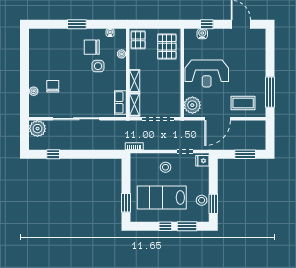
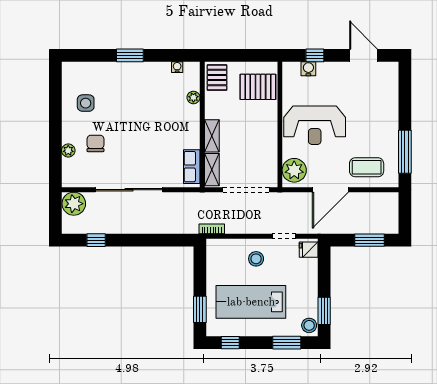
chair: (92, 47) -> (151, 88), removed
pallet: (167, 47) -> (258, 87), turned 90
side table: (98, 66) -> (86, 103), moved
stool: (202, 200) -> (309, 325), moved
window: (165, 226) -> (230, 343), moved

